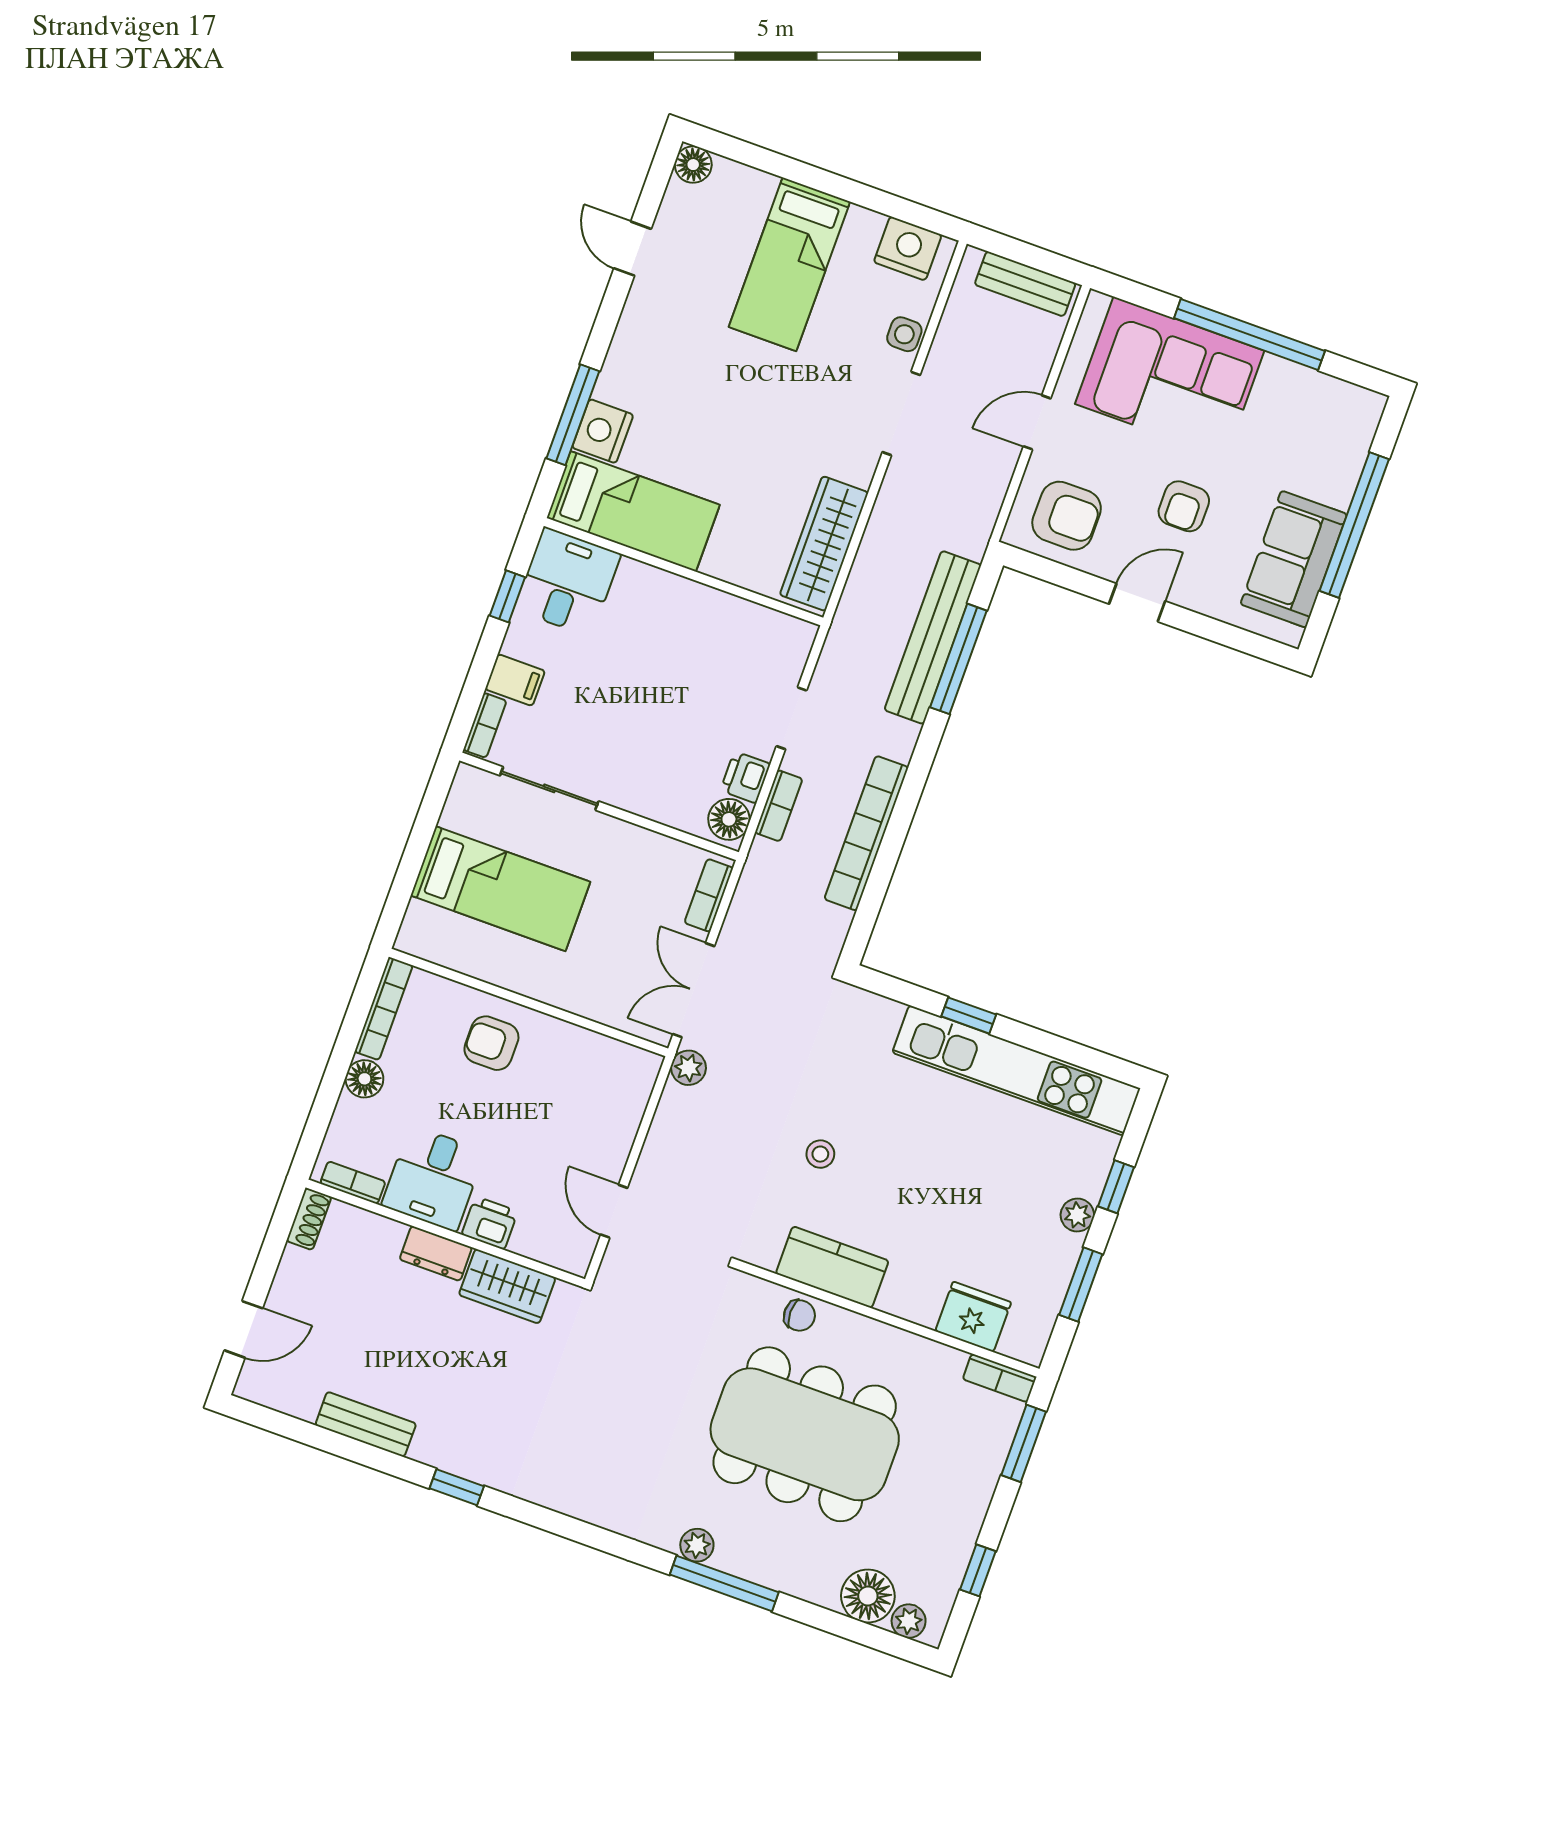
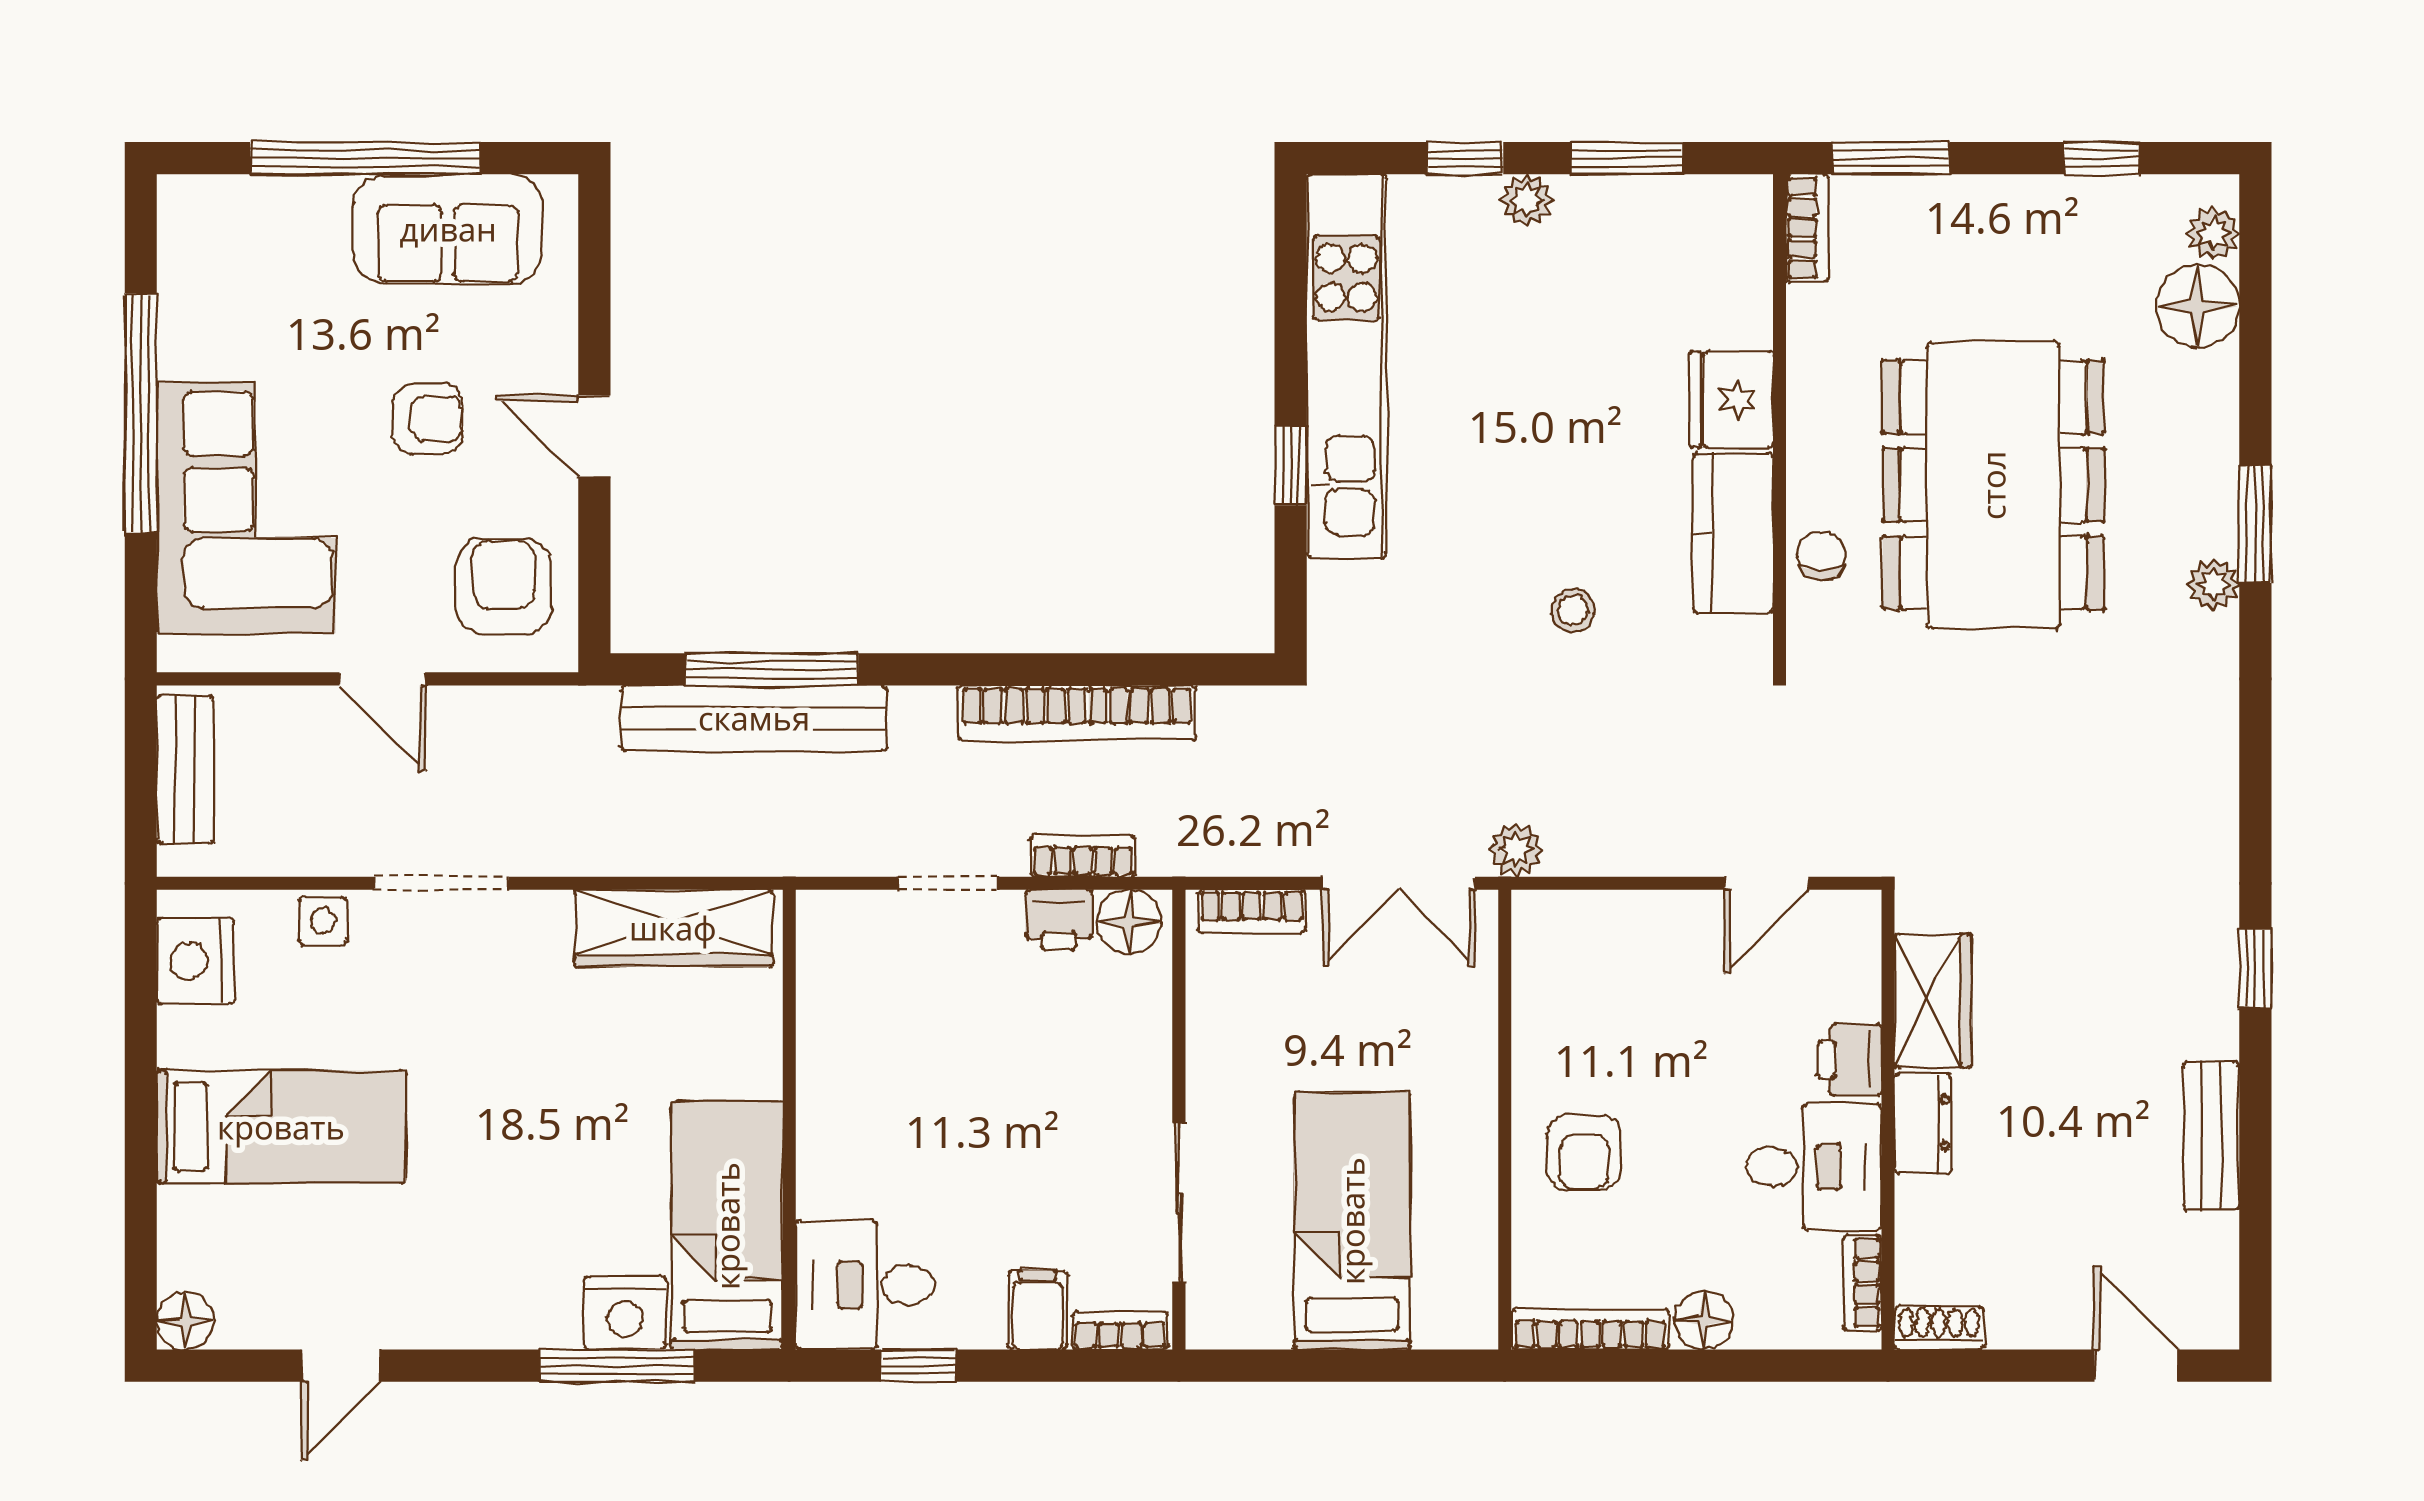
fridge: (973, 1317) -> (1731, 400), moved
window: (724, 1583) -> (2255, 524), width x0.69

